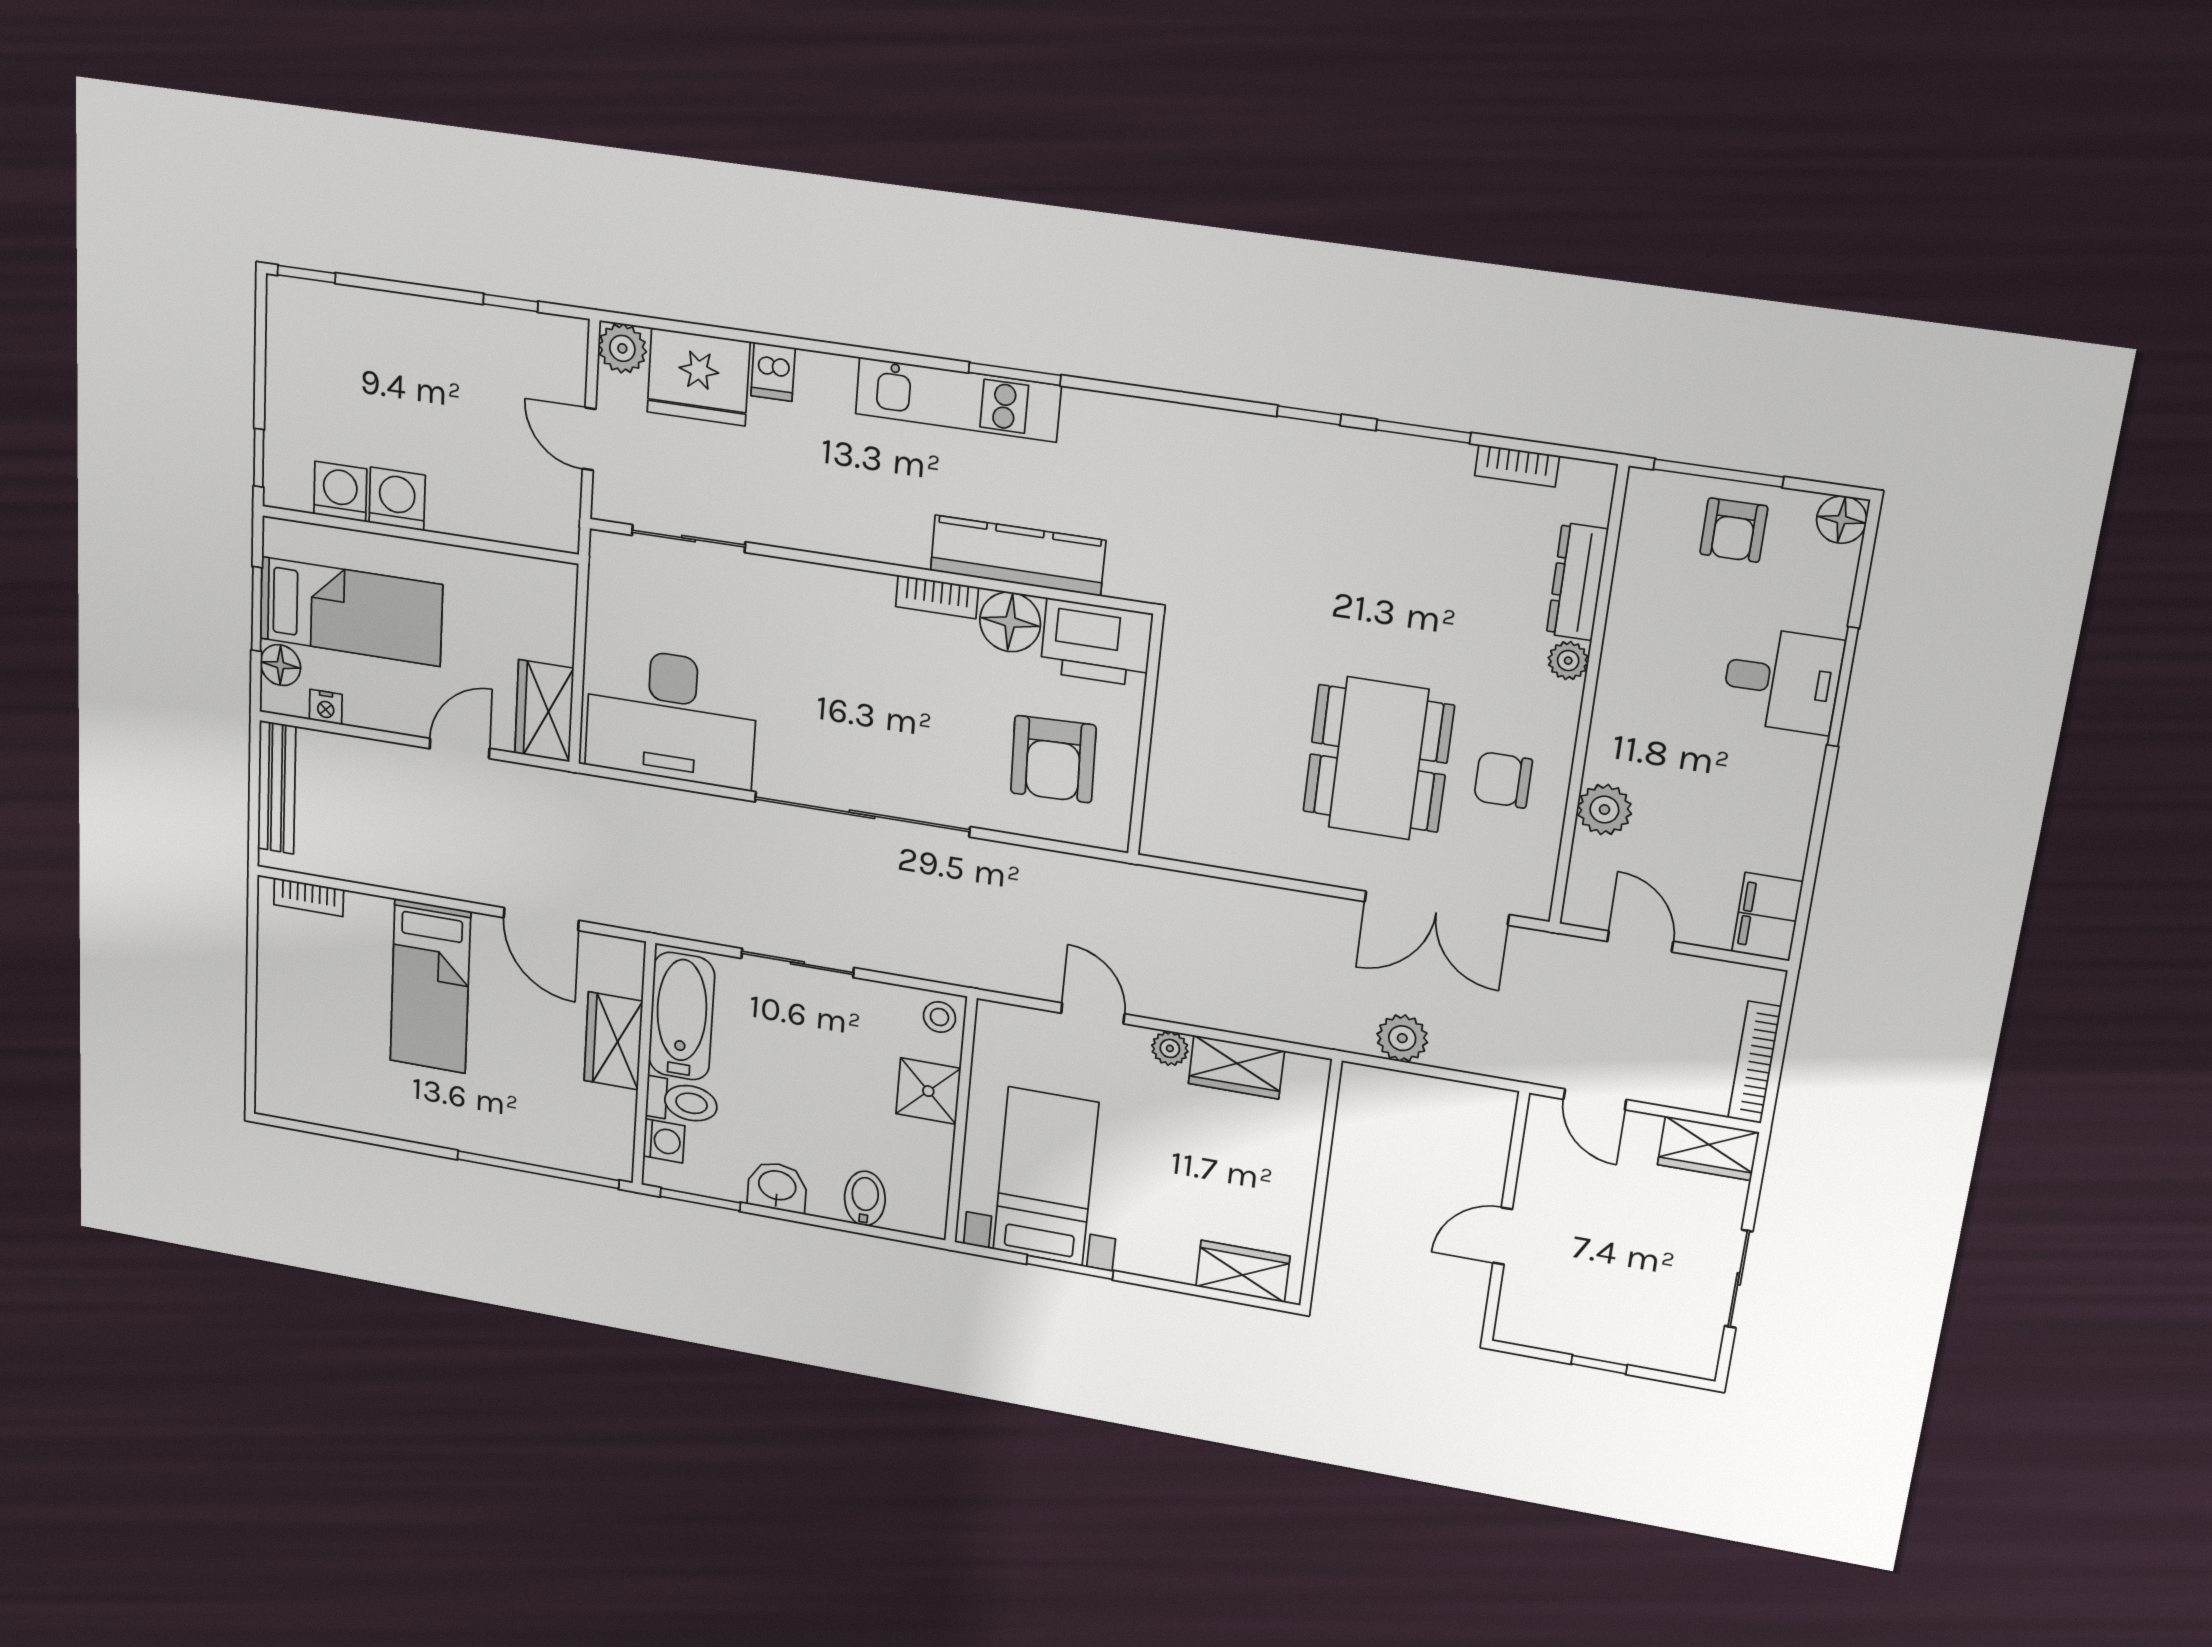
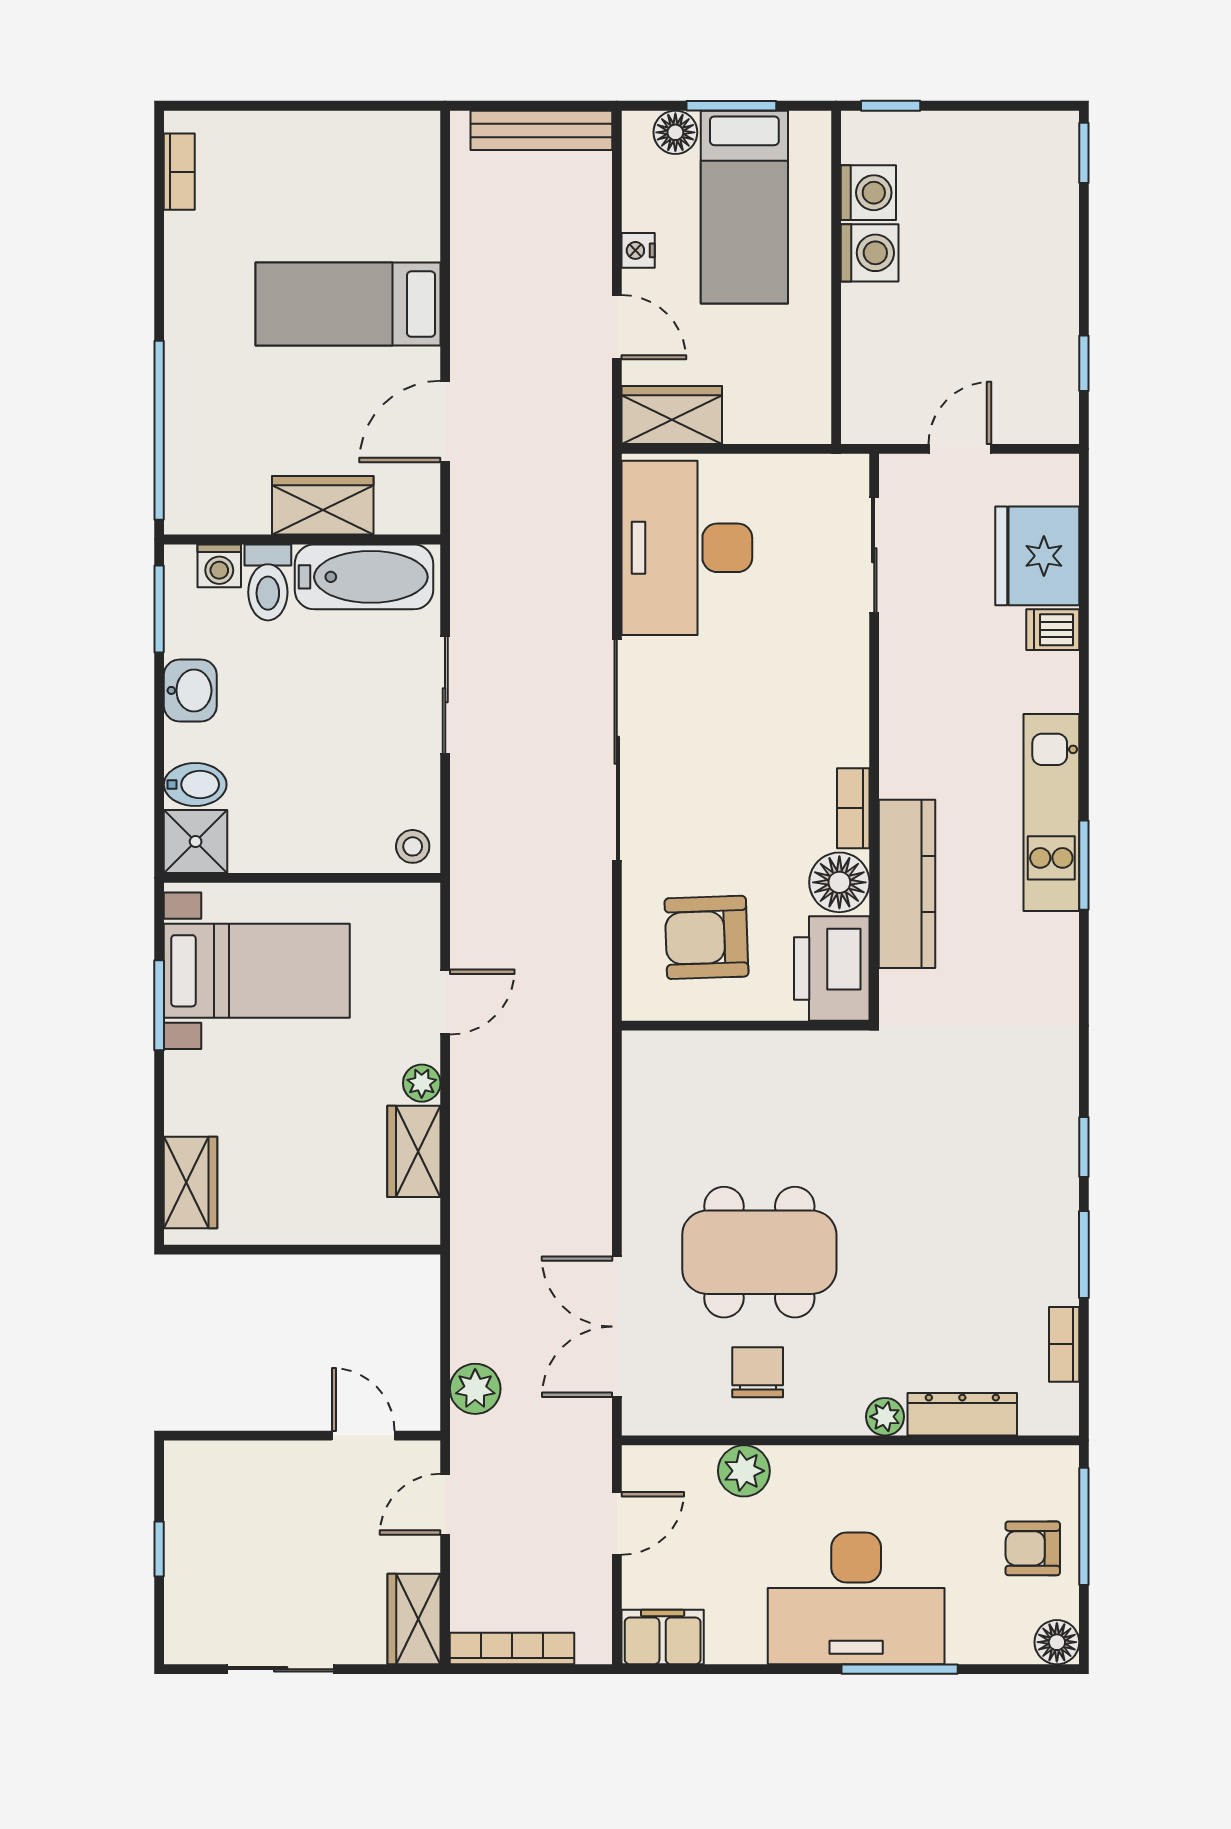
plant: (622, 348) -> (1055, 478), removed
desk: (1782, 680) -> (856, 1598), width x1.87, depth x1.30
nightstand: (326, 707) -> (638, 250), moved
bookcase: (309, 897) -> (179, 172), moved, turned 180
plant: (1402, 1038) -> (475, 1389), moved
shower: (928, 1091) -> (196, 842), moved
door: (1503, 1236) -> (363, 1436), moved

